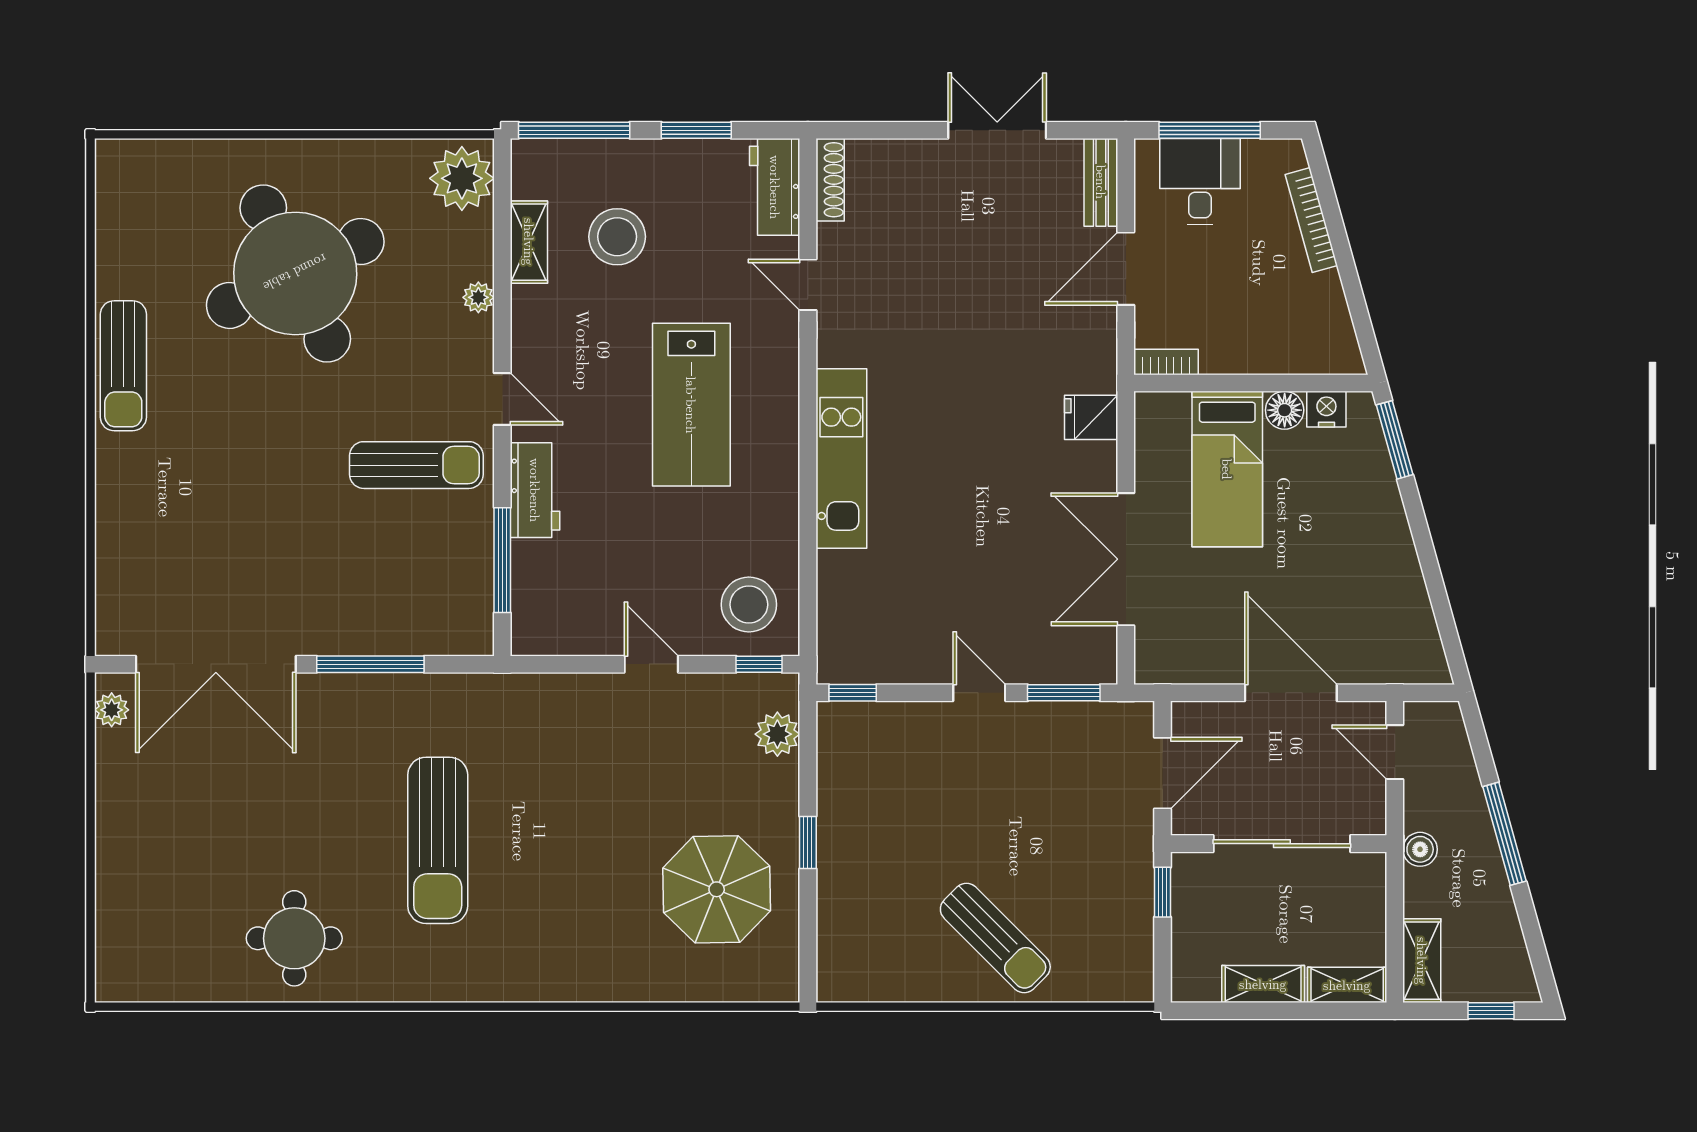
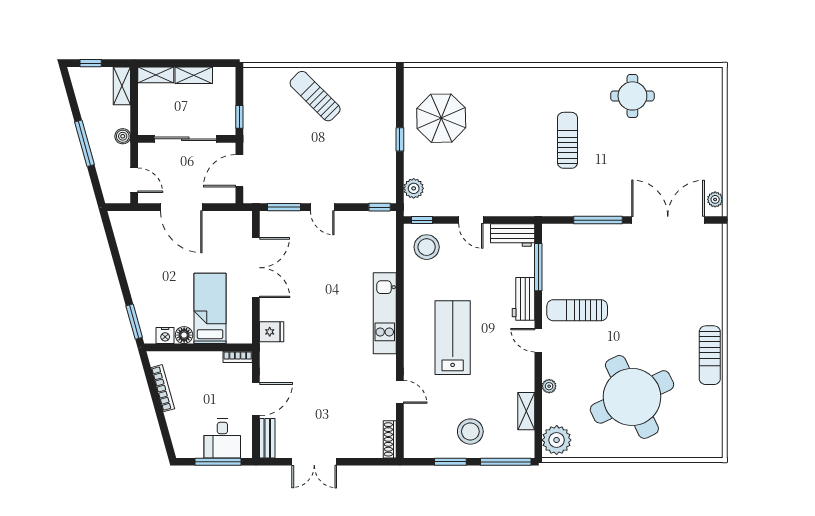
workbench: (775, 187) -> (513, 235), moved, turned 90
bookcase: (1311, 220) -> (163, 388), moved
stool: (617, 237) -> (470, 432), moved
sun lounger: (123, 366) -> (710, 355), turned 180
sun lounger: (438, 840) -> (567, 140), width x0.73, depth x0.75

